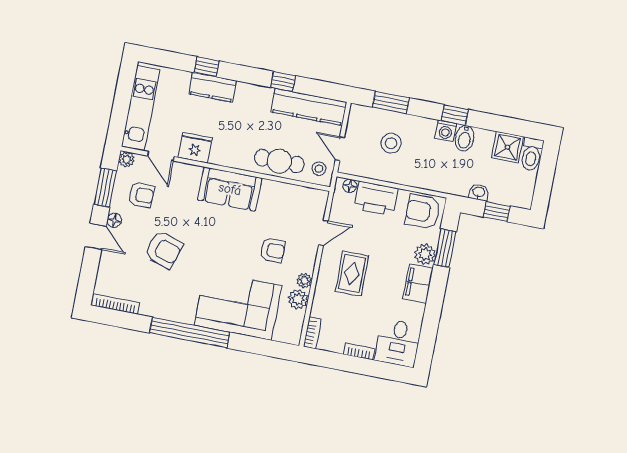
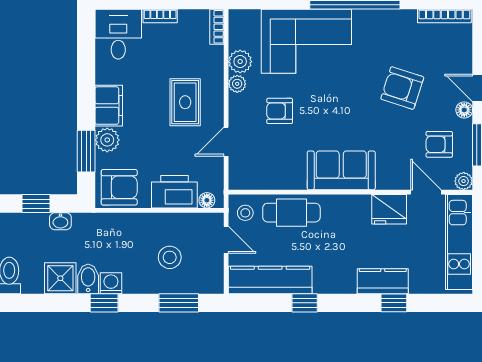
shower: (508, 147) -> (60, 278), moved

